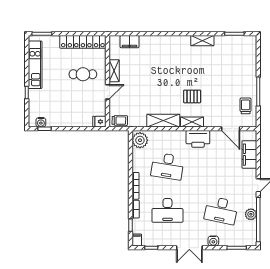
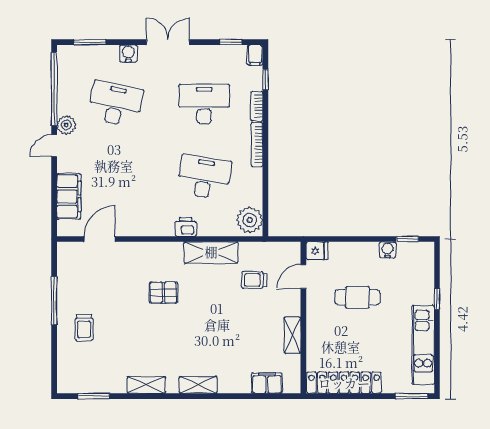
cafe table: (83, 74) -> (357, 297), moved
door: (107, 92) -> (303, 277), moved
trolley: (246, 106) -> (84, 328), moved
trolley: (120, 121) -> (254, 280), moved
water cooler: (41, 122) -> (388, 250), moved
shelving: (192, 122) -> (198, 385), moved
door: (231, 129) -> (100, 239), hinge flipped
printer: (198, 139) -> (186, 227), moved, width x0.53, depth x0.68
plant: (251, 214) -> (66, 125), moved

